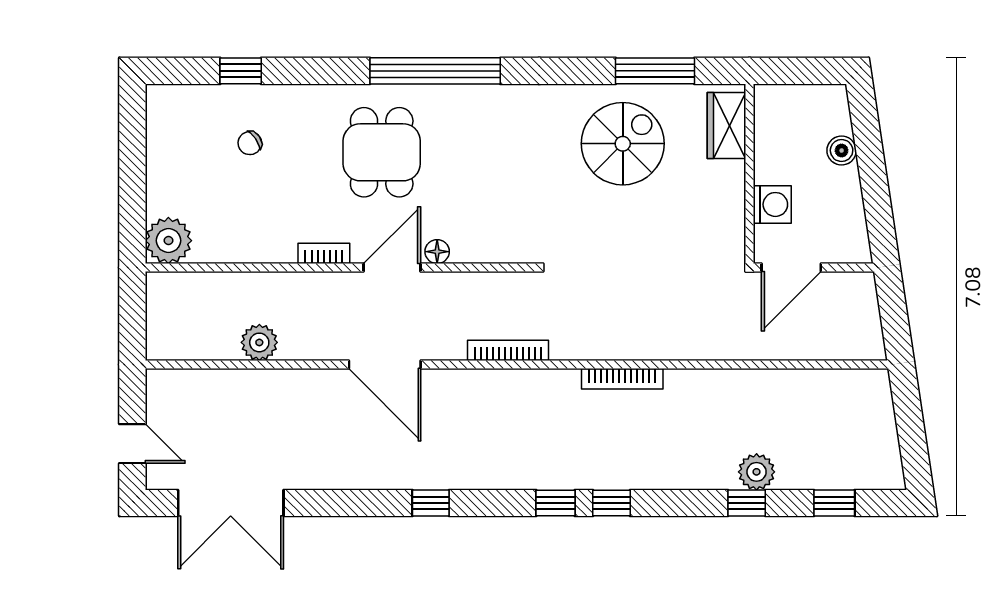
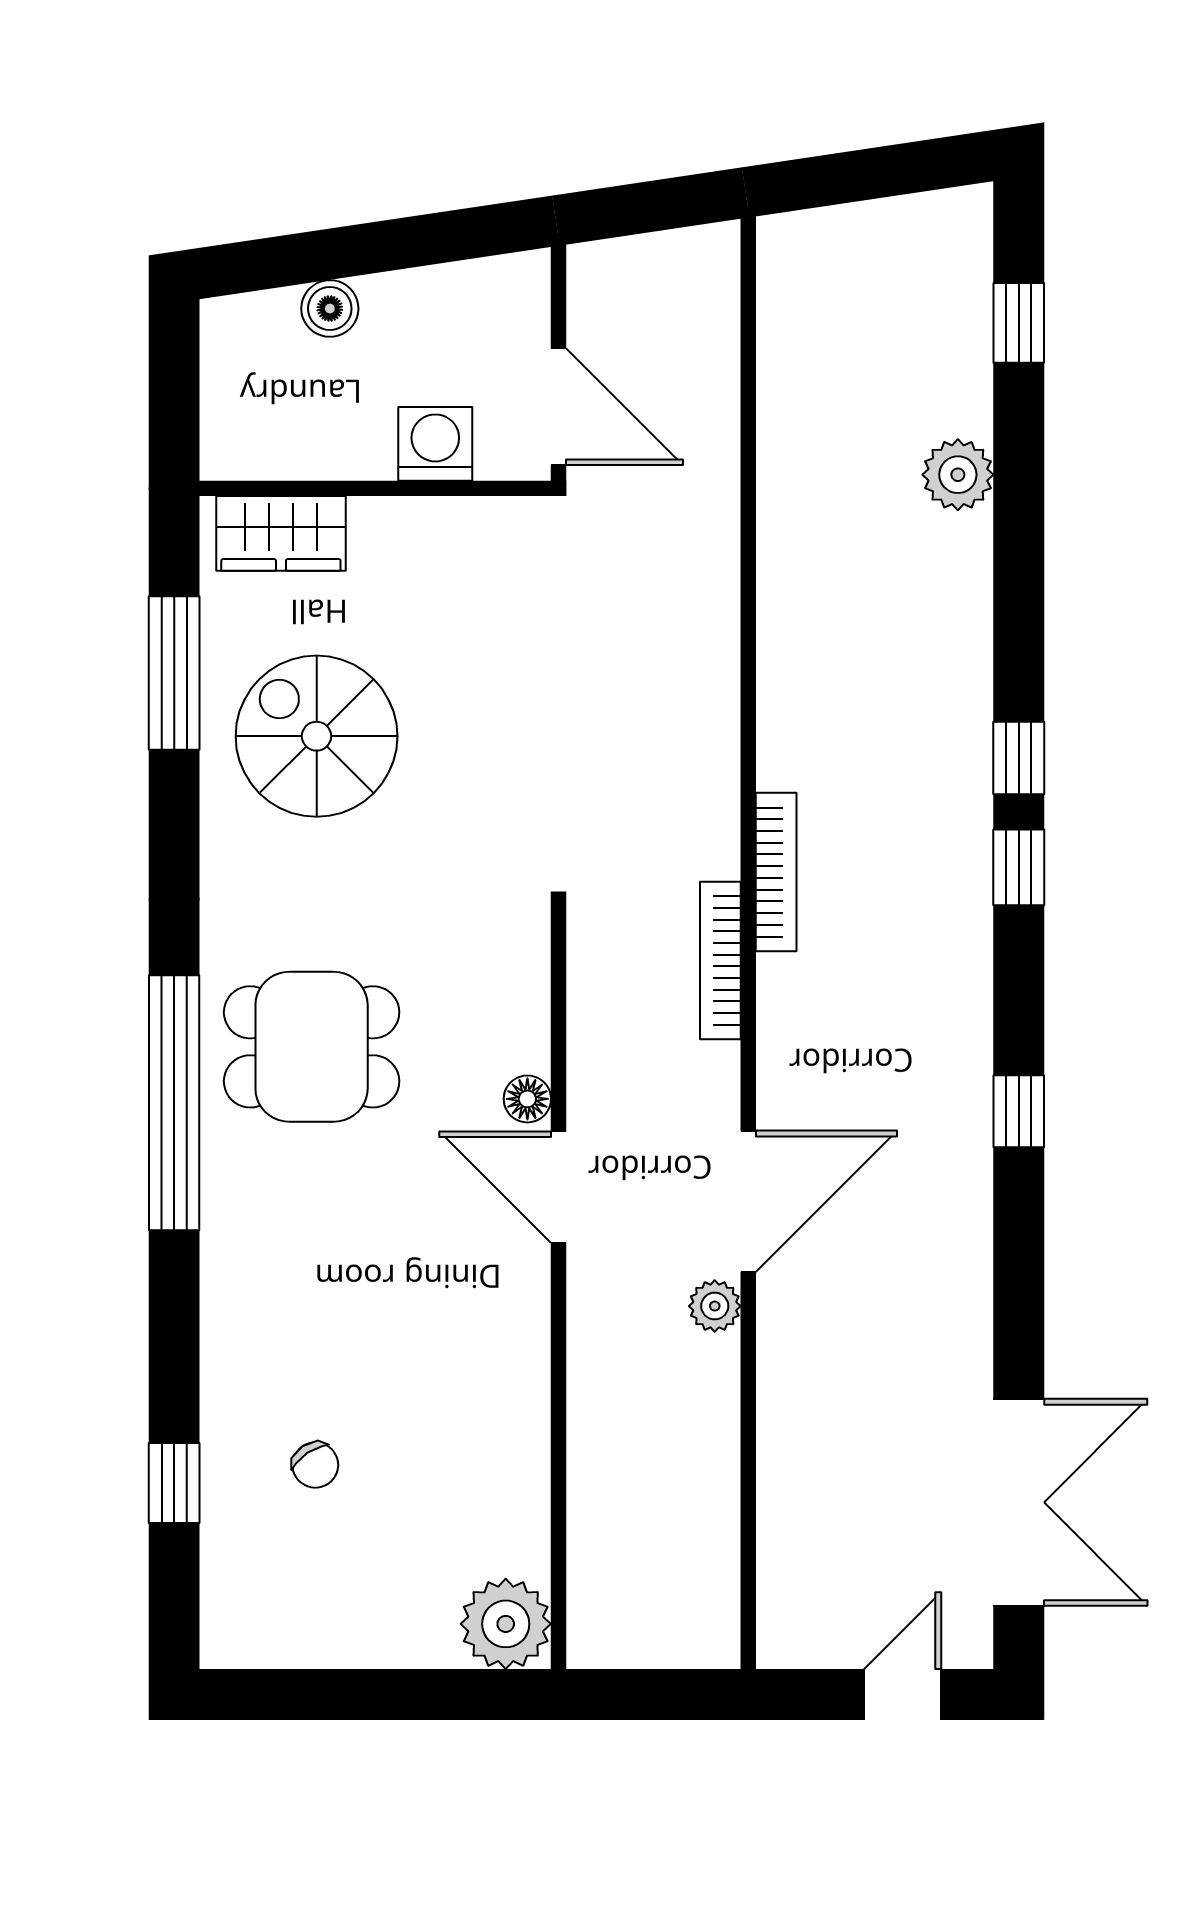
dining table: (382, 152) -> (312, 1047), moved
bookcase: (324, 253) -> (531, 1320), removed
plant: (259, 342) -> (715, 1306), moved, width x0.73, depth x0.73
bookcase: (622, 379) -> (776, 872), moved
window: (747, 503) -> (1019, 494), removed

